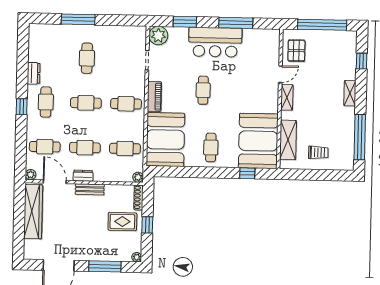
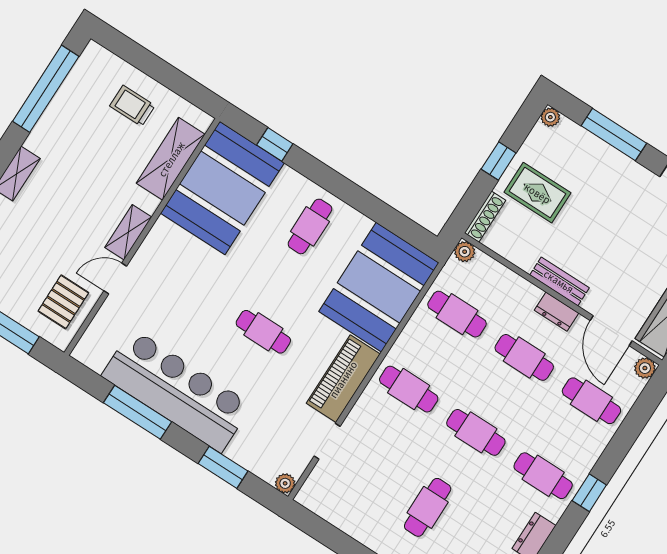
plant: (158, 36) -> (285, 483), width x0.53, depth x0.53
bar counter: (215, 42) -> (177, 390), width x1.36
cafe table: (203, 90) -> (263, 332), turned 90
piano: (154, 97) -> (343, 379), width x1.37, depth x1.33
cafe table: (46, 102) -> (543, 476), turned 90

